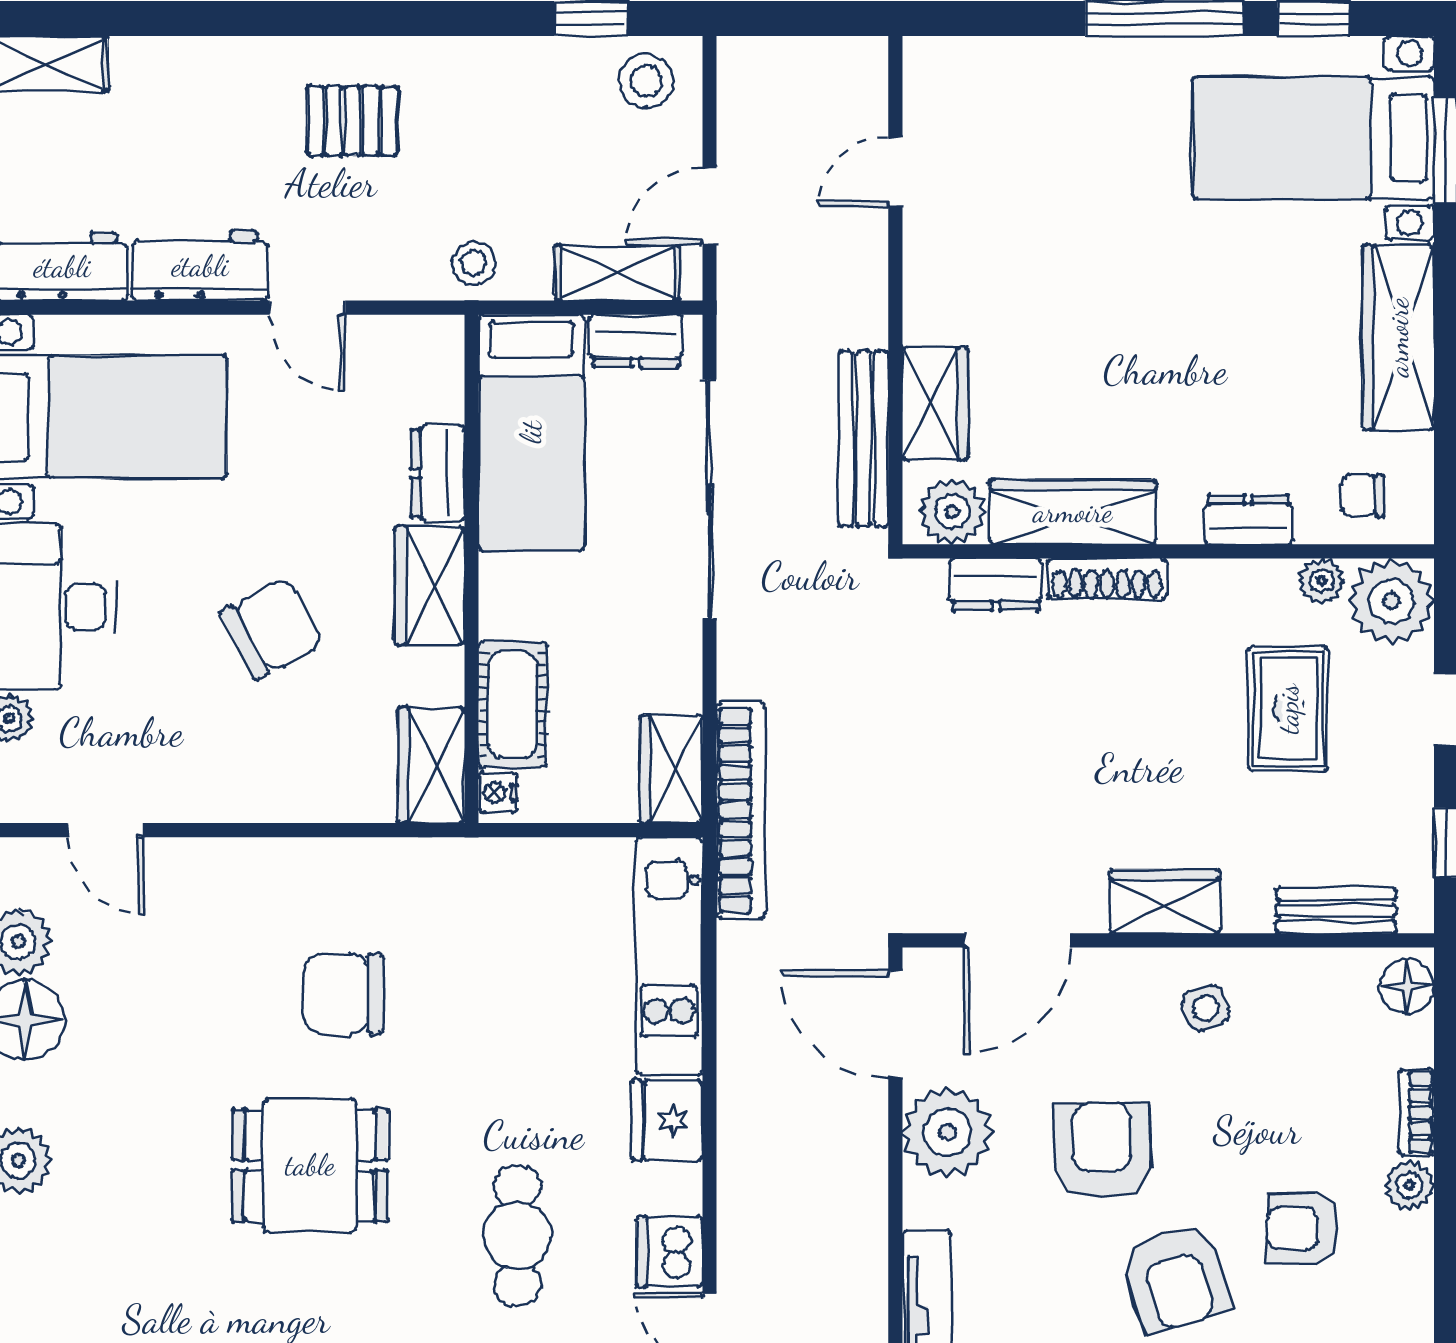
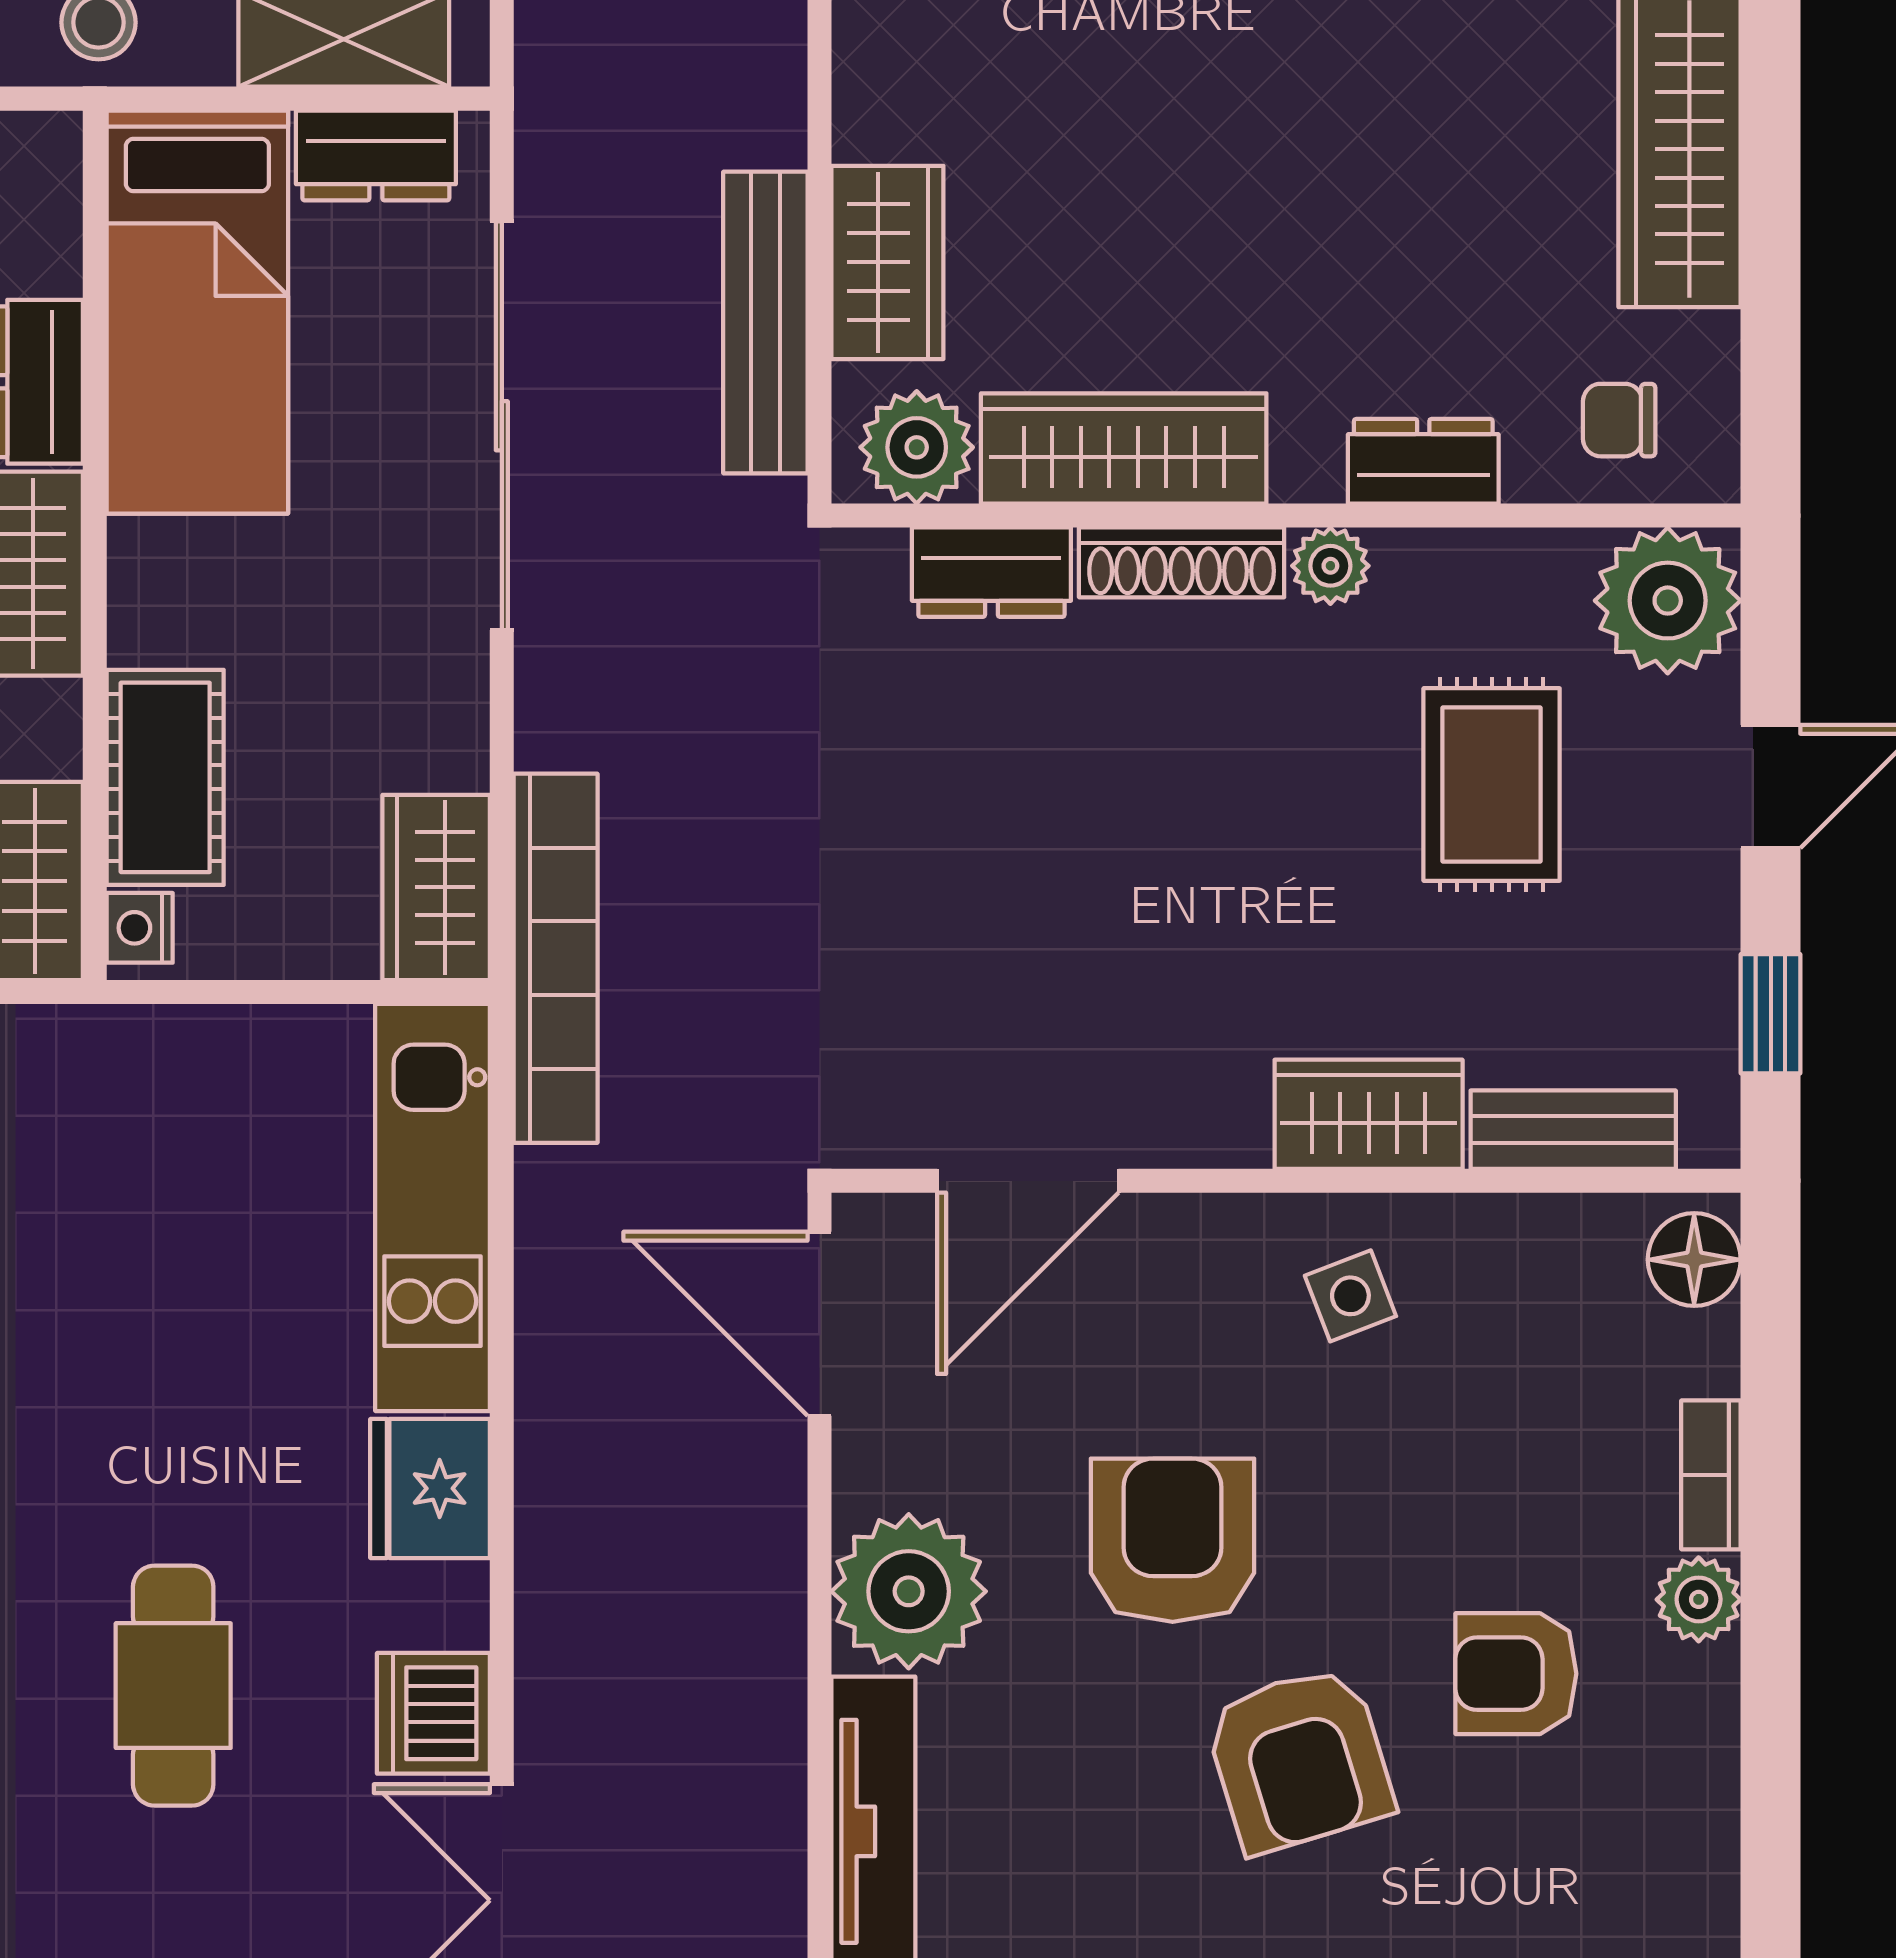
plant: (1322, 581) -> (1330, 566), moved
wardrobe: (1165, 902) -> (1369, 1114), moved
plant: (947, 1132) -> (909, 1591), moved

